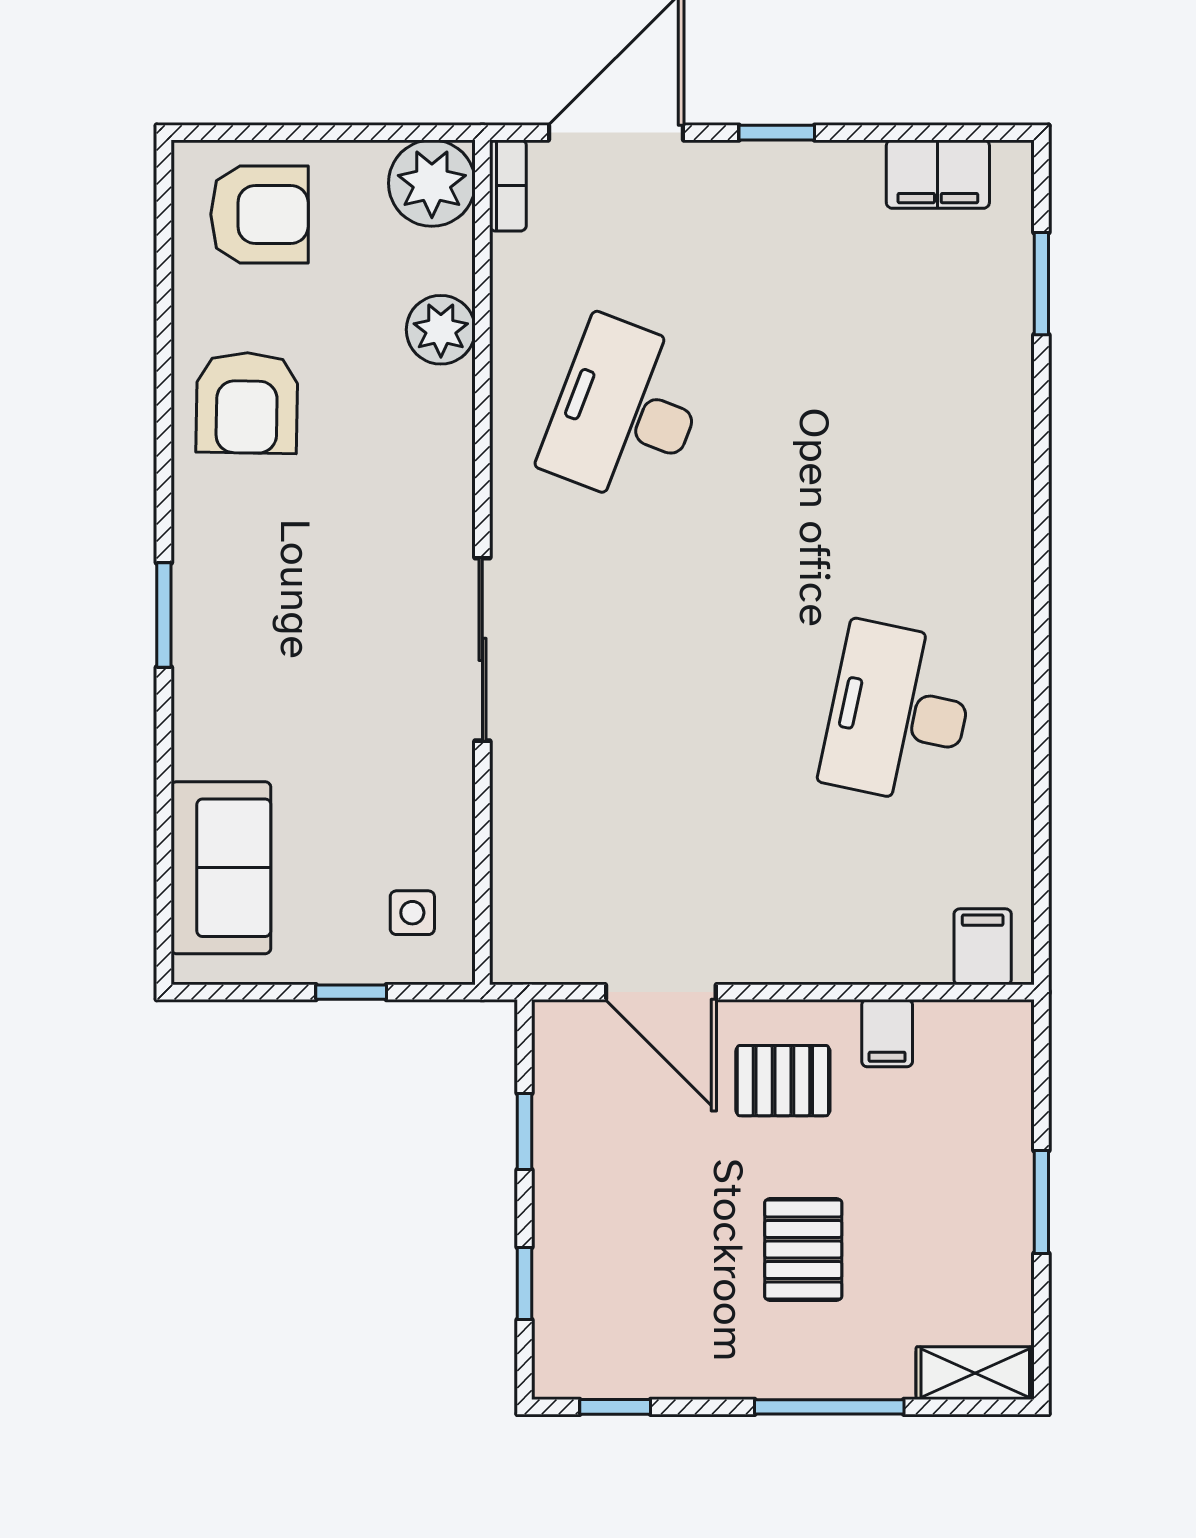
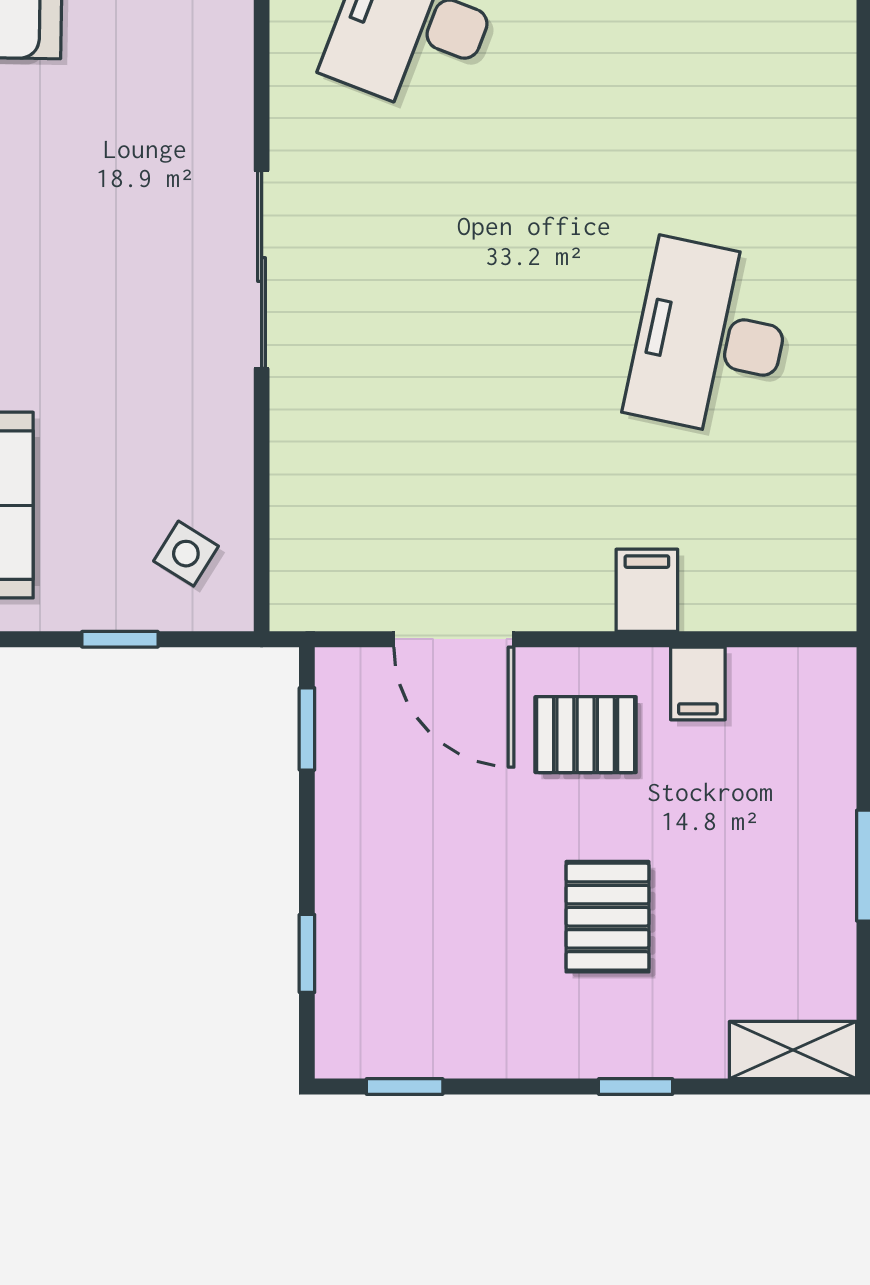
side table: (412, 913) -> (186, 554), turned 32
filing cabinet: (983, 947) -> (647, 590), moved
window: (525, 1132) -> (307, 729), moved
window: (829, 1407) -> (636, 1086), width x0.46

